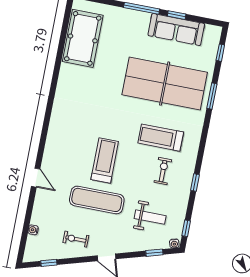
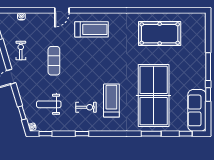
sofa: (176, 29) -> (197, 110), moved
pool table: (83, 38) -> (160, 34), moved
treadmill: (105, 161) -> (92, 29), moved
exercise mat: (97, 200) -> (54, 61), width x0.73, depth x0.69
weight bench: (150, 217) -> (49, 104), turned 90

